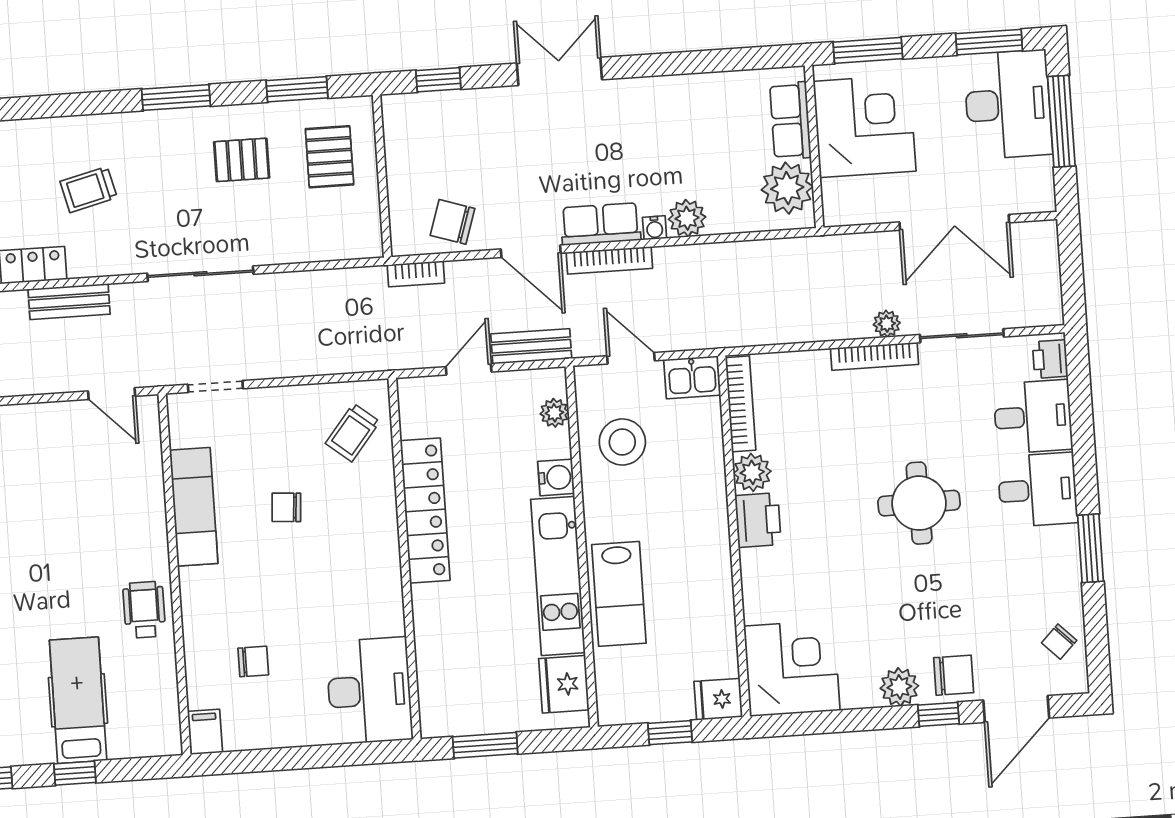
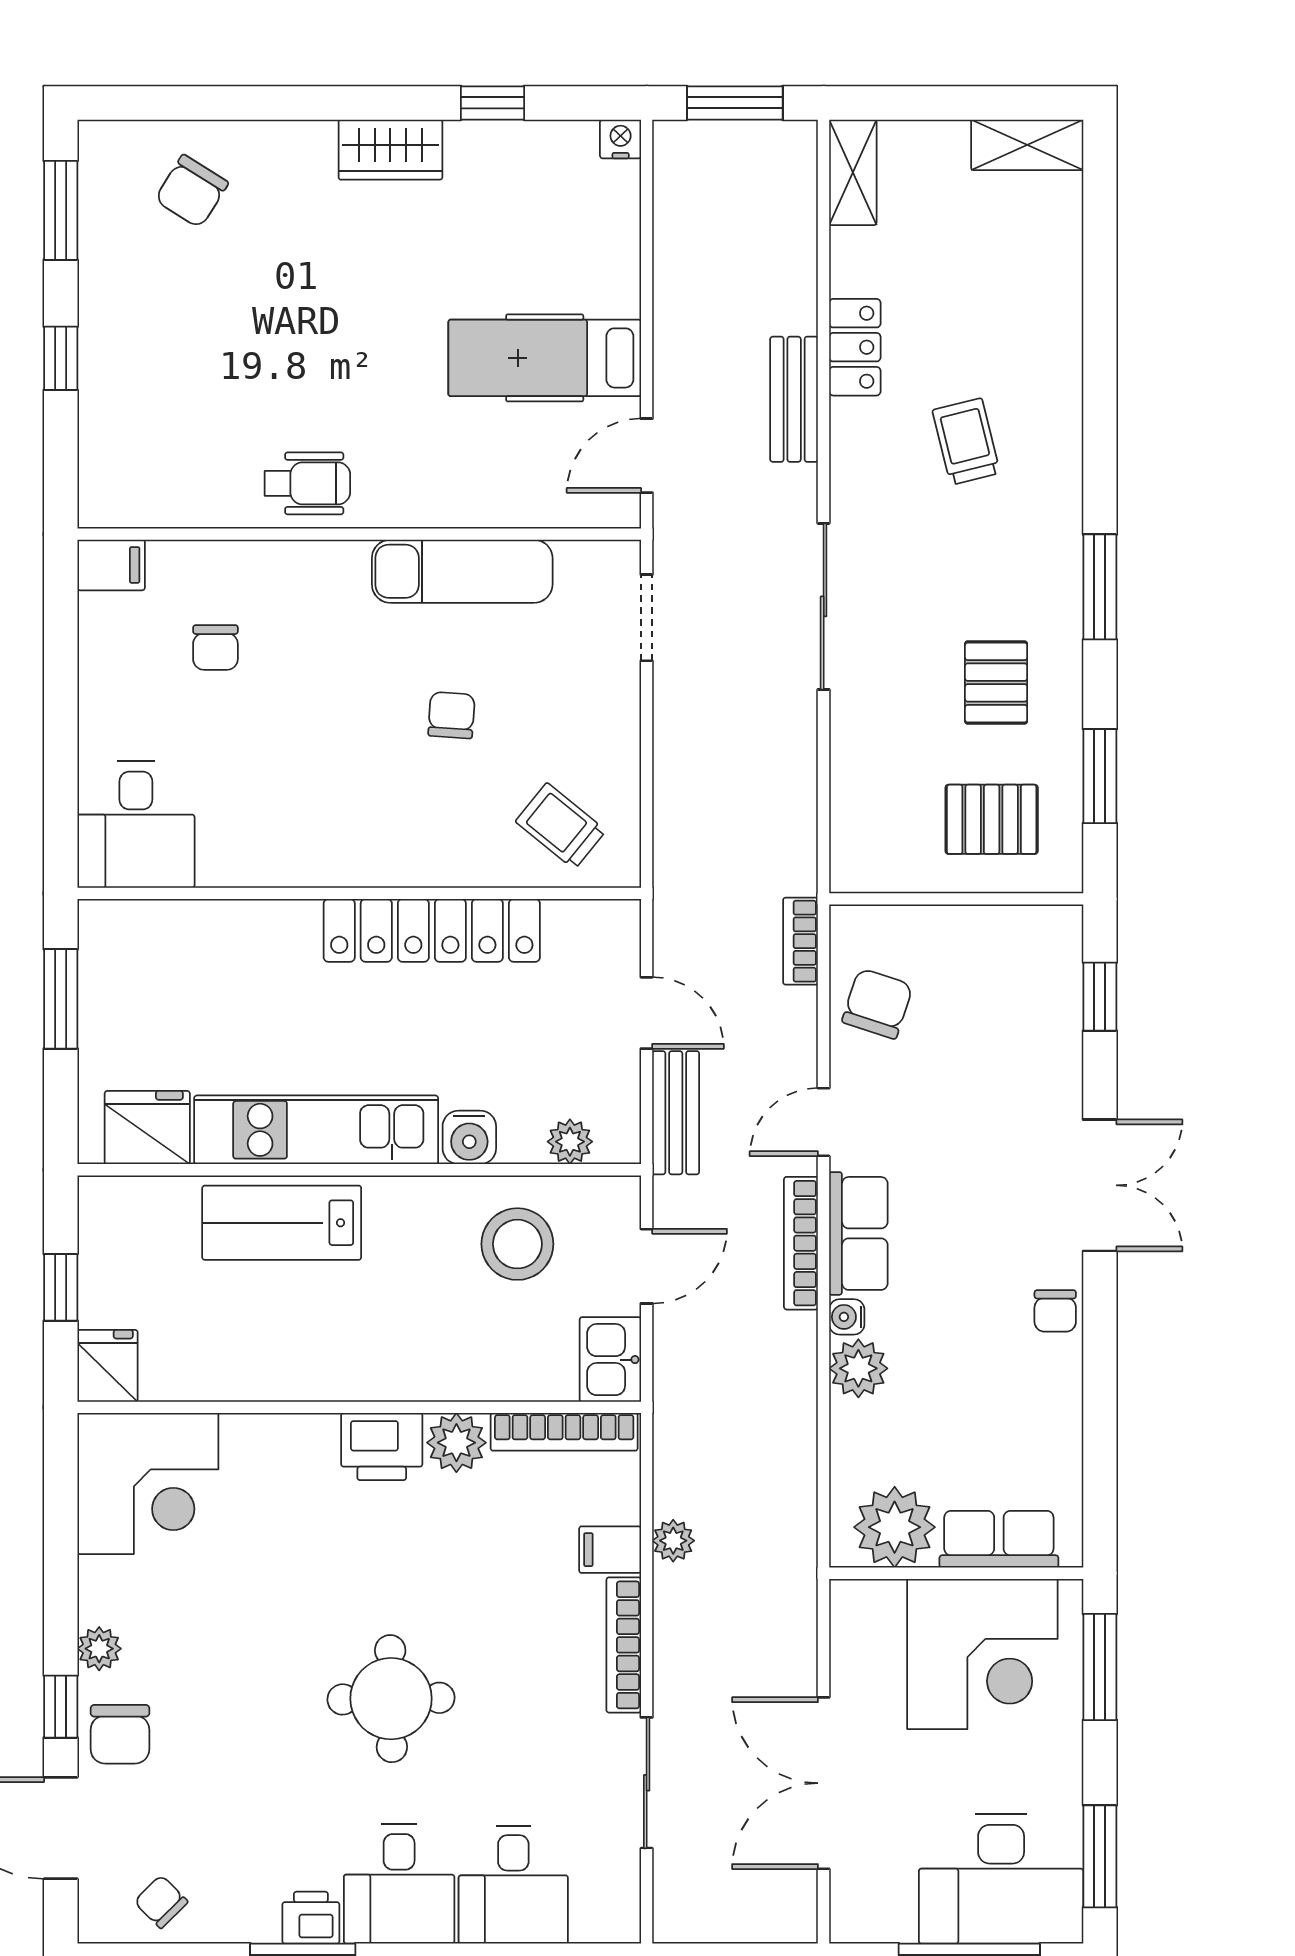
chair: (642, 95) -> (1055, 1311), added
door: (531, 251) -> (824, 1122), width x0.73
plant: (887, 324) -> (673, 1541), moved
printer: (1050, 359) -> (311, 1918), moved
filing cabinet: (814, 369) -> (610, 1550), added
plant: (899, 687) -> (99, 1649), width x0.73, depth x0.73
desk: (369, 691) -> (136, 825), width x0.73
hospital bed: (78, 700) -> (545, 358), moved, turned 180

